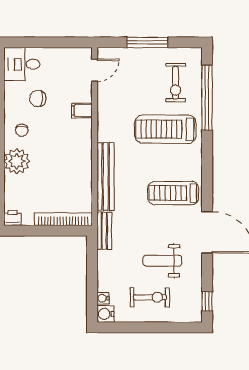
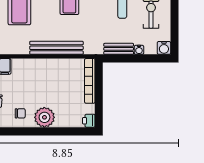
bench: (104, 231) -> (119, 49), moved
water cooler: (103, 298) -> (139, 50), moved

